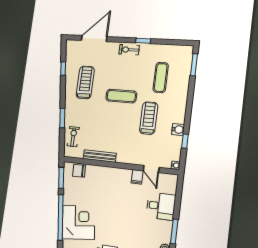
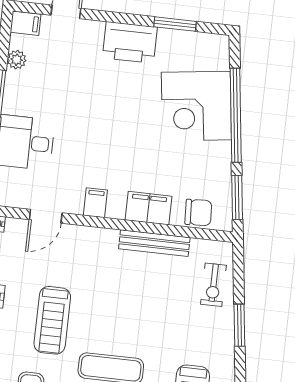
door: (151, 169) -> (46, 216), swing flipped
filing cabinet: (102, 173) -> (148, 208), added
filing cabinet: (137, 177) -> (95, 203), moved

